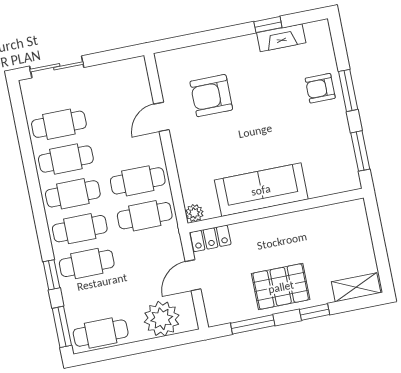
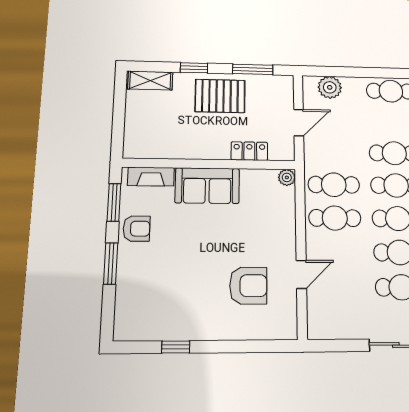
fireplace: (281, 38) -> (151, 177), moved, turned 180
armchair: (320, 88) -> (136, 229), moved
sofa: (261, 190) -> (207, 186), width x0.73
locker: (211, 238) -> (249, 151), moved
plant: (162, 319) -> (330, 87), width x0.73, depth x0.73

